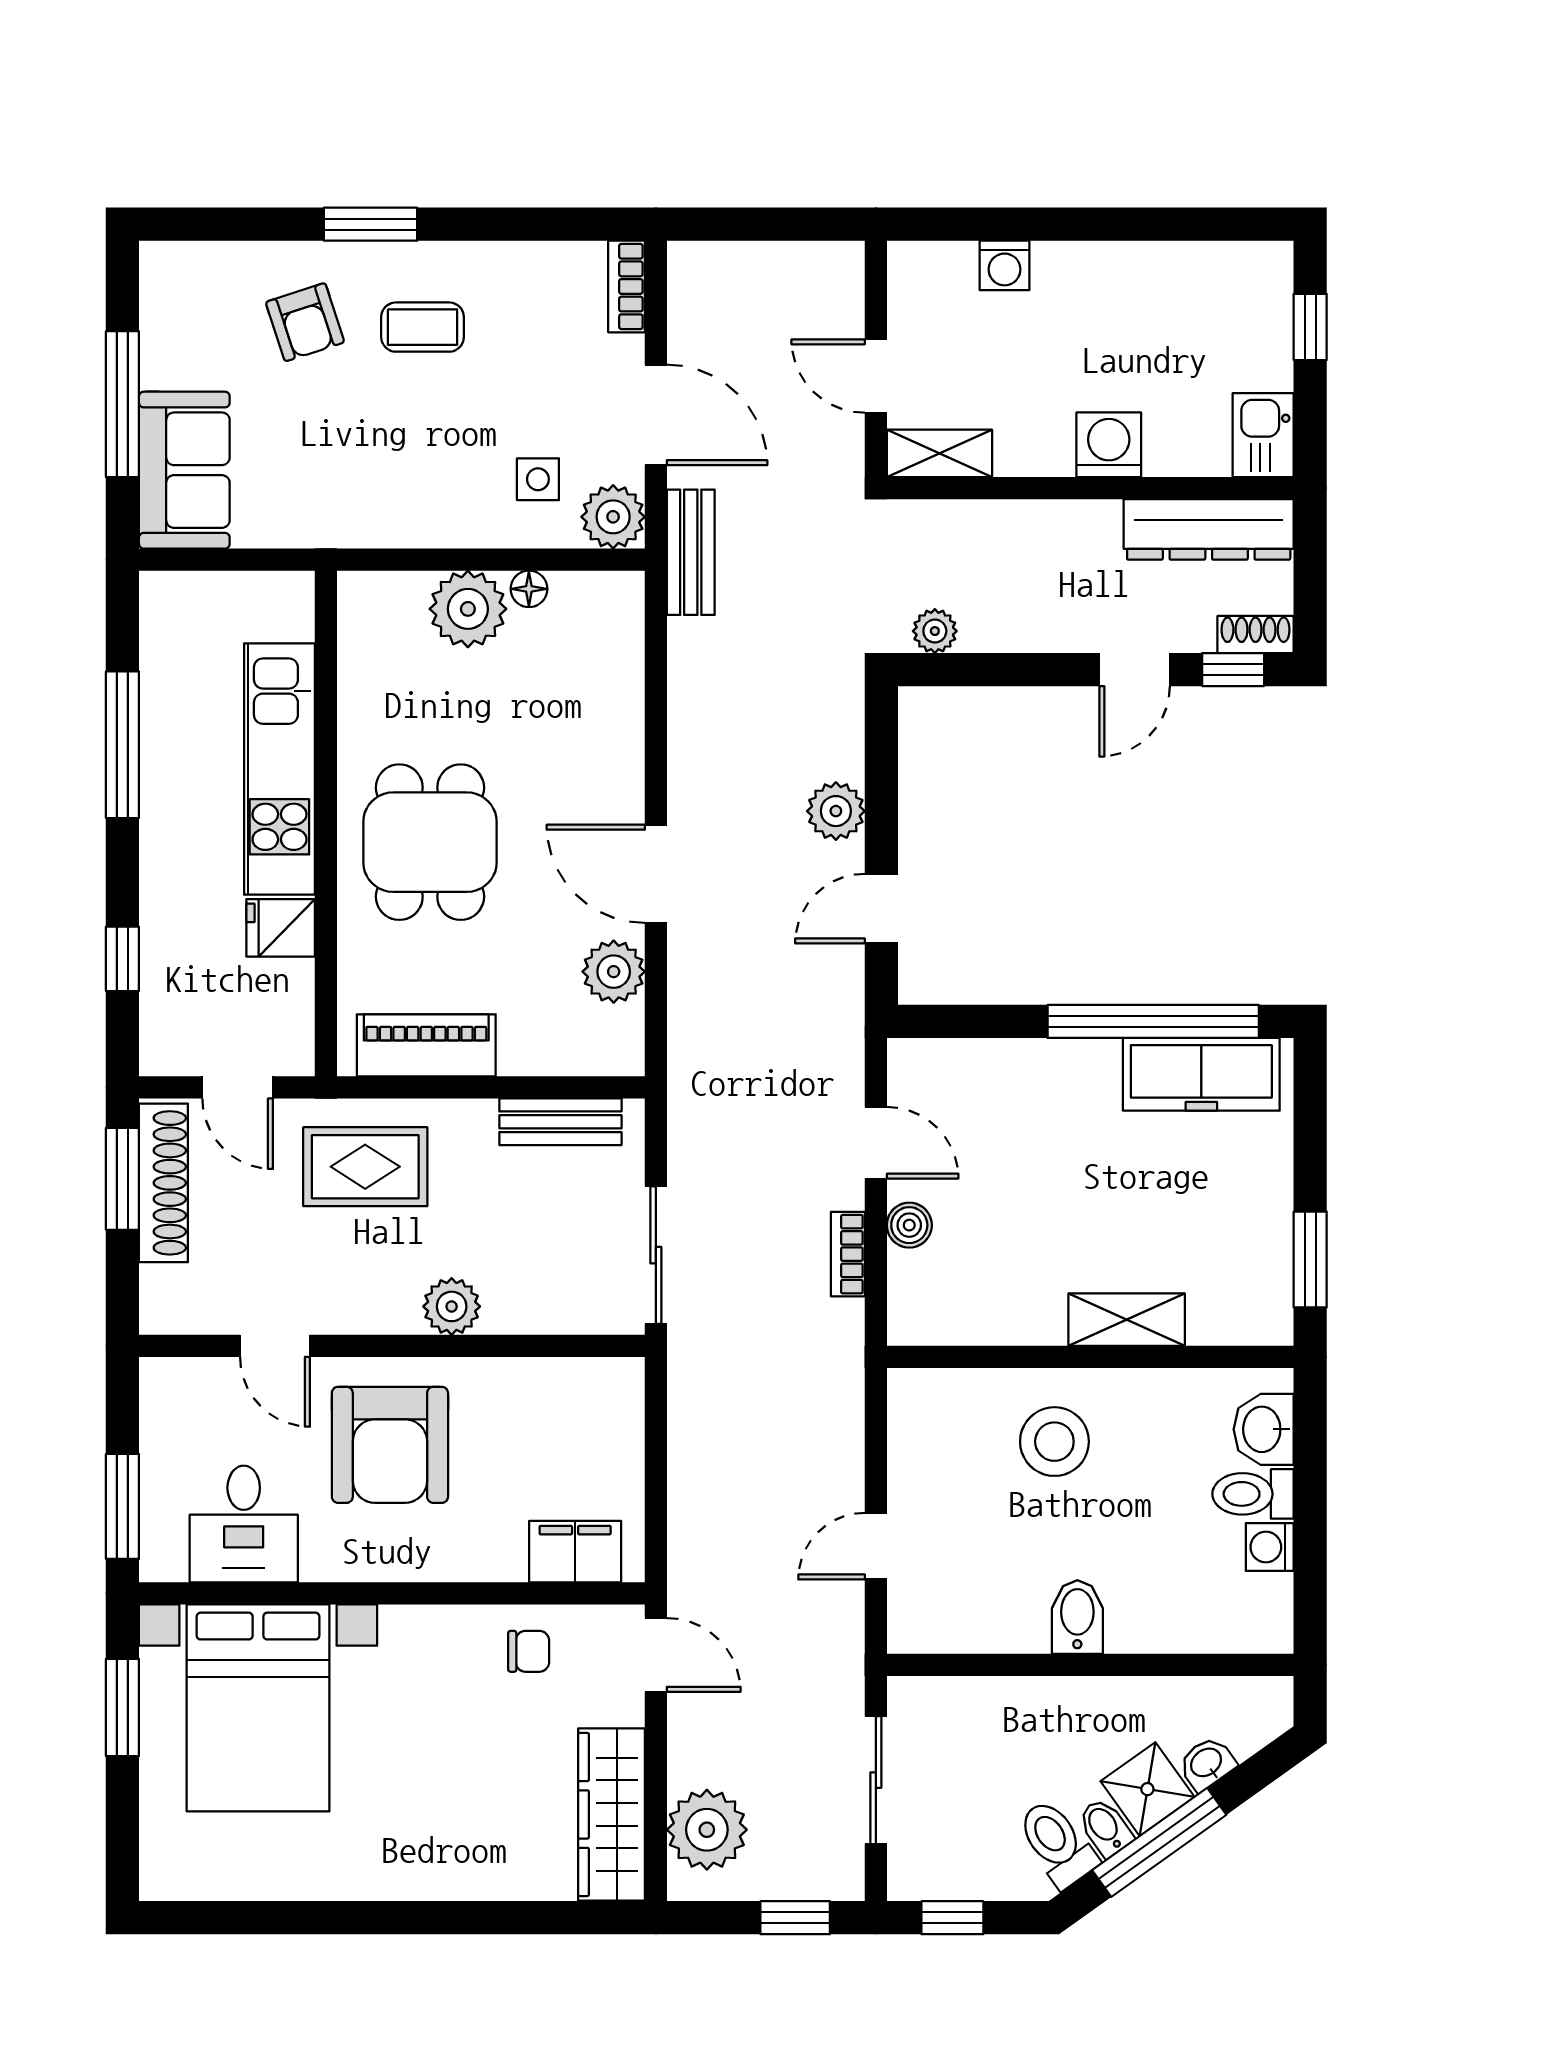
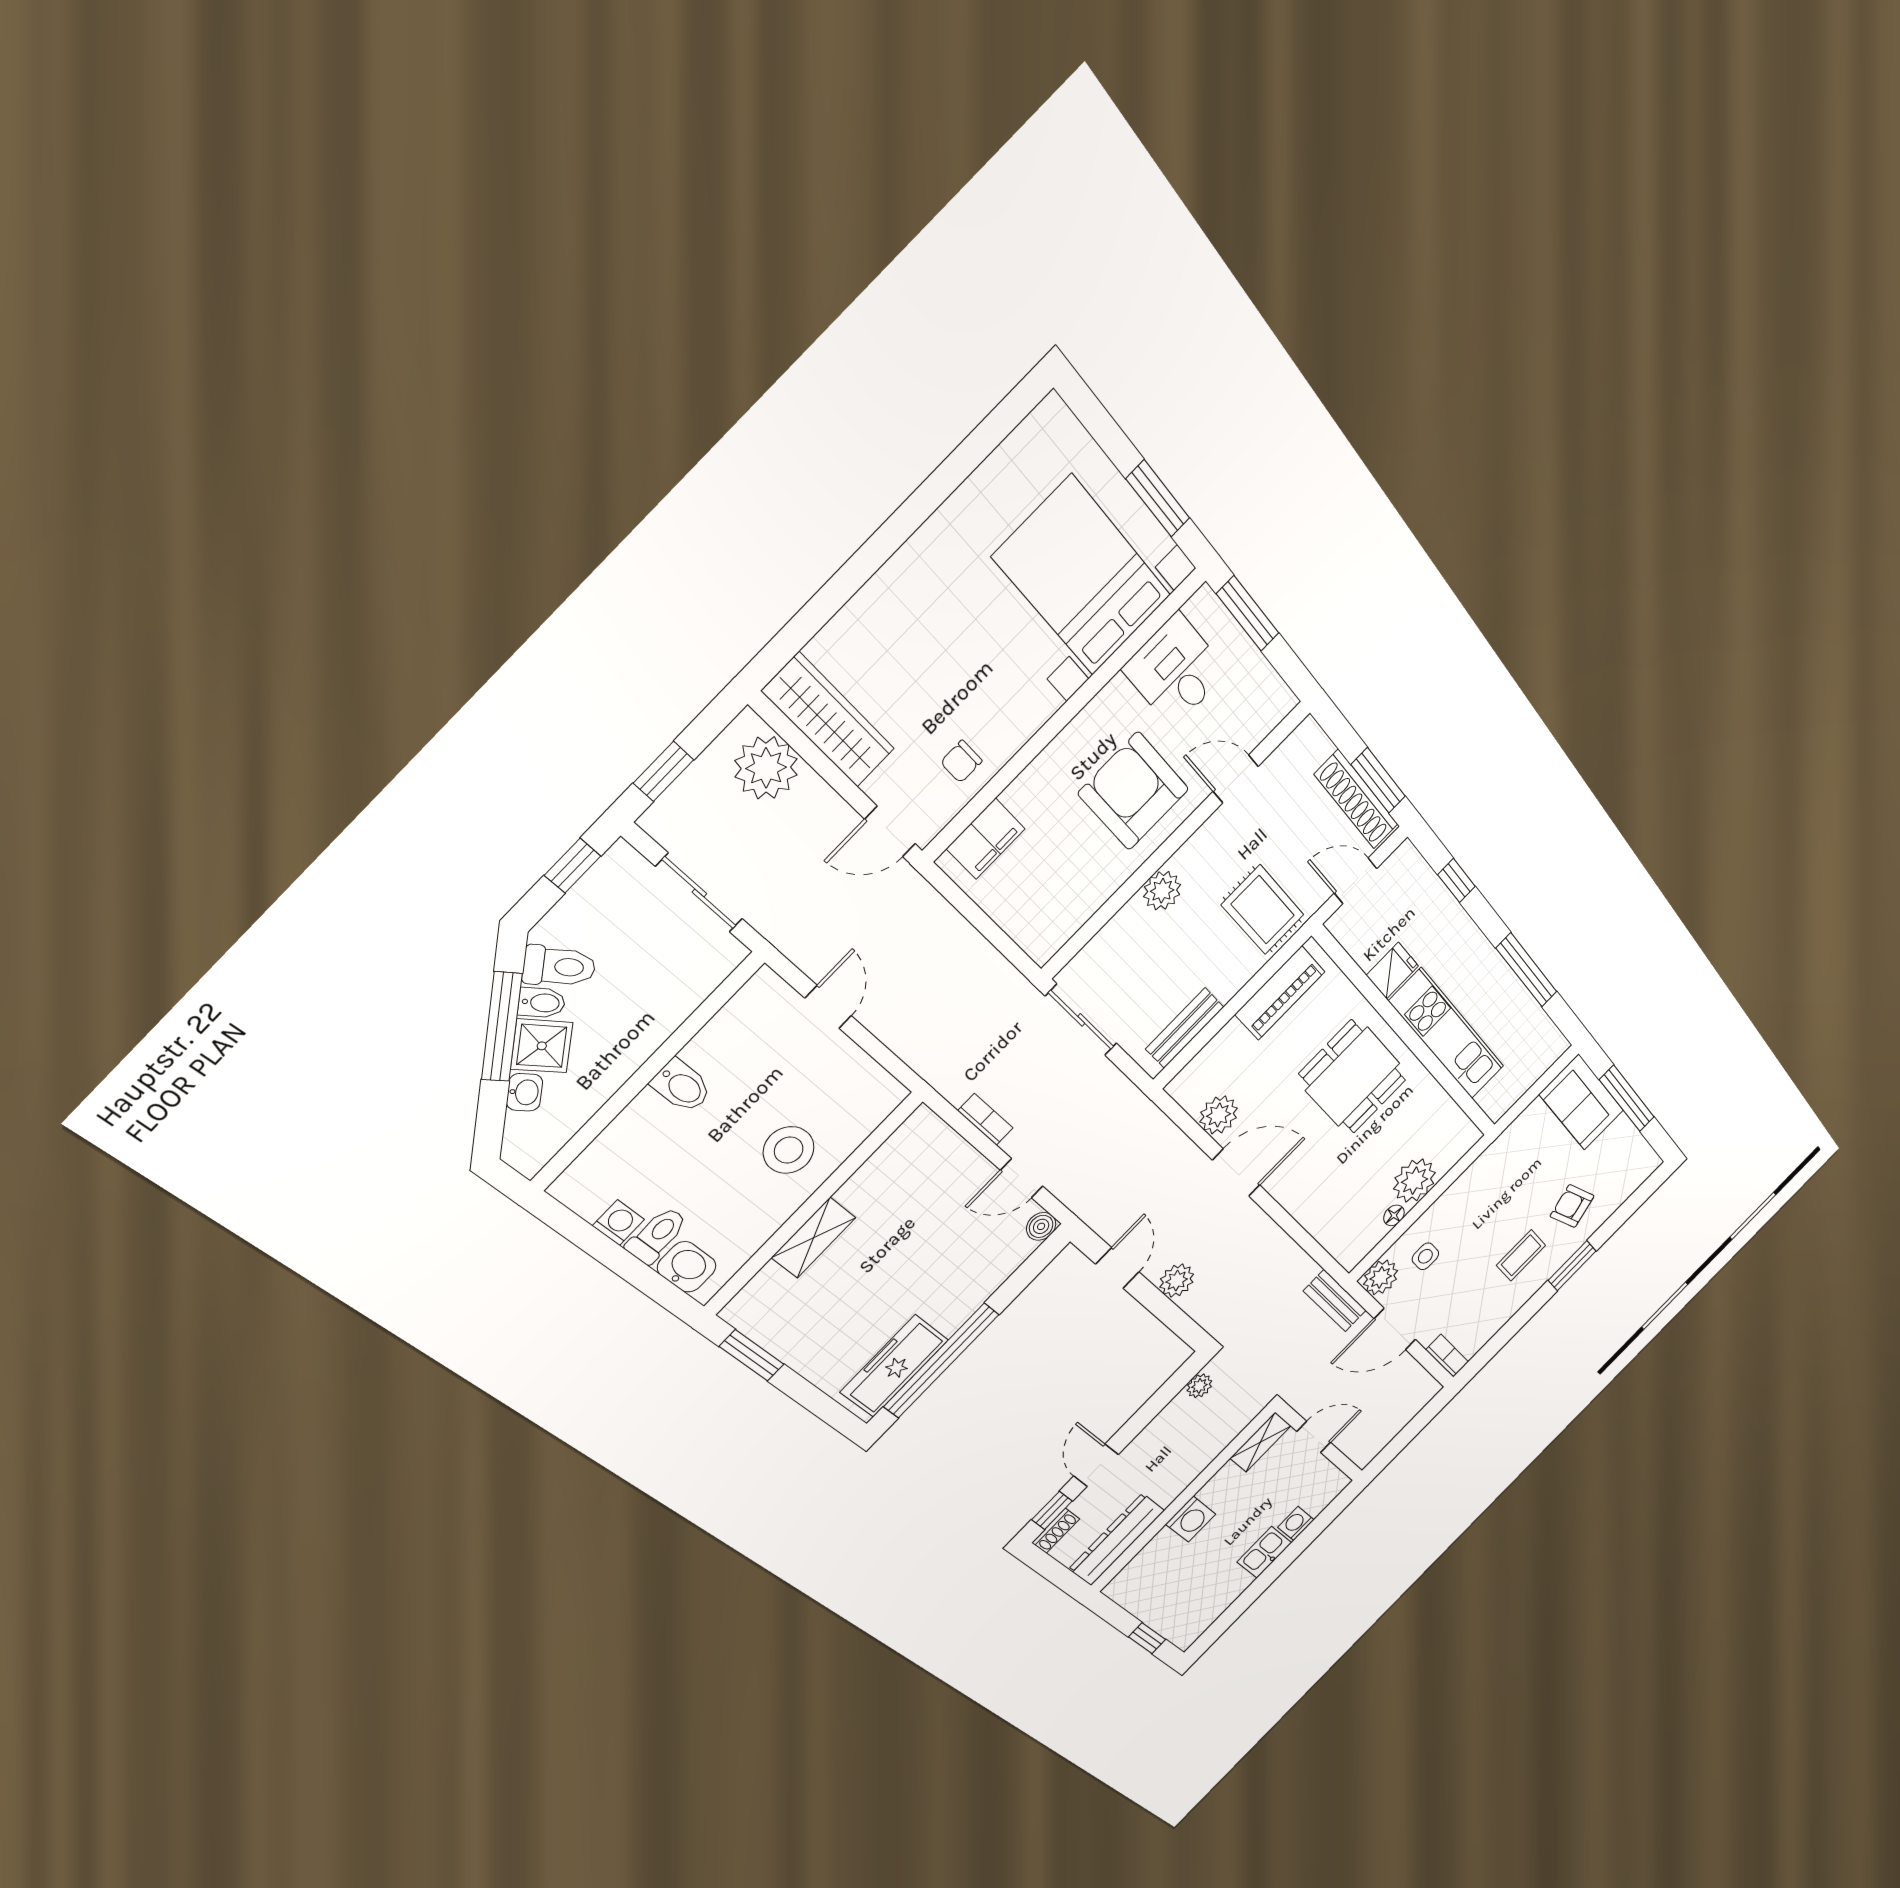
kitchen sink: (1263, 435) -> (1264, 1552), moved, turned -90
rug: (365, 1167) -> (1263, 910), turned 90
boiler: (909, 1225) -> (1041, 1226), moved

